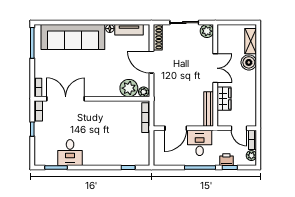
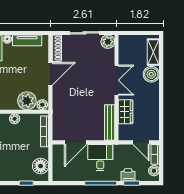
door: (151, 62) -> (50, 74), swing flipped
plant: (117, 105) -> (15, 119), added
floor lamp: (142, 151) -> (41, 166), added

